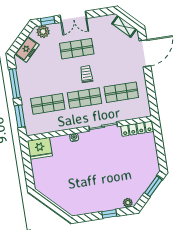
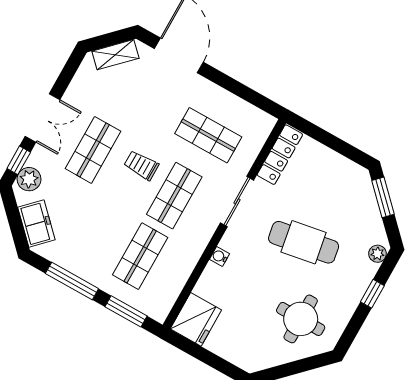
shop shelf: (121, 92) -> (208, 135), turned 90
cafe table: (108, 168) -> (304, 242), added
round table: (75, 192) -> (301, 319), added

